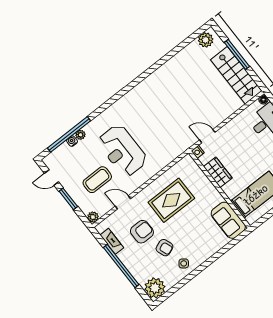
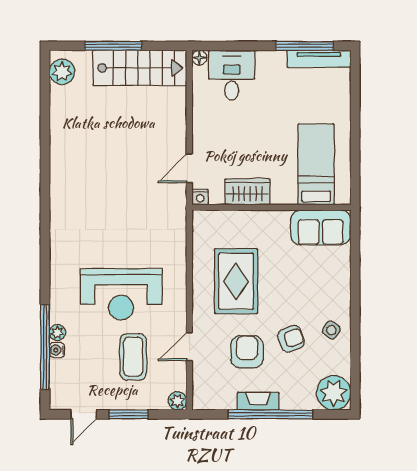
fireplace: (112, 241) -> (258, 401), moved

